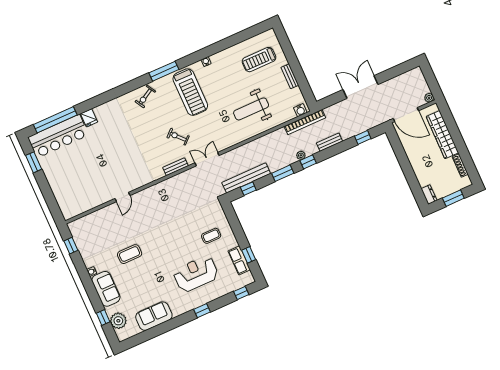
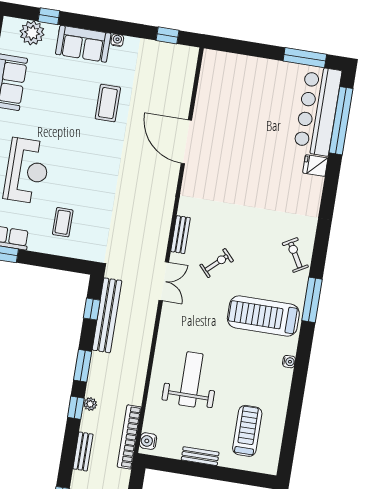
window: (34, 162) -> (305, 58), width x1.44
door: (122, 197) -> (186, 142), width x1.87

